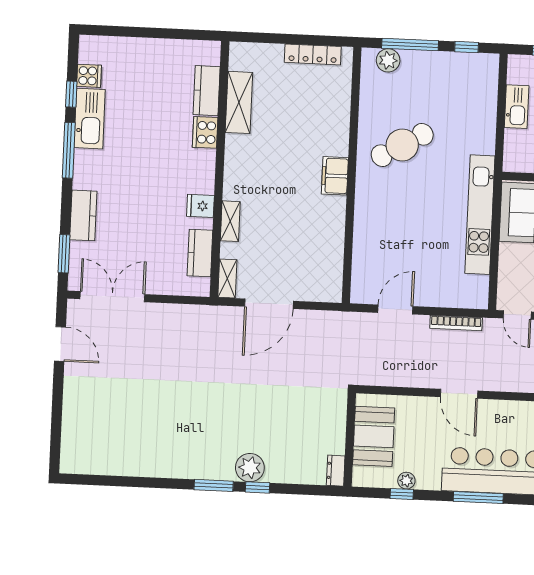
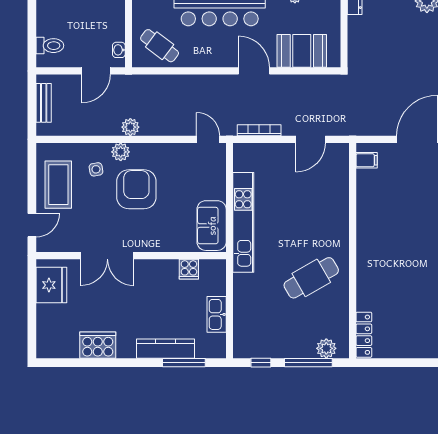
locker: (313, 54) -> (364, 335), moved, turned 90
filing cabinet: (335, 176) -> (367, 160), moved, width x0.50
booth: (374, 436) -> (302, 51), moved, turned 90

